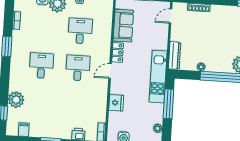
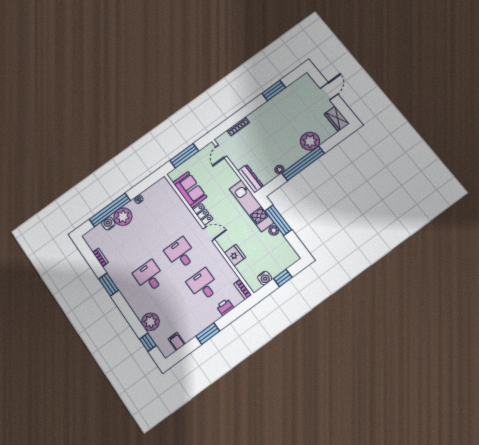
desk: (80, 31) -> (203, 285), moved
door: (110, 71) -> (209, 234), swing flipped
plant: (158, 128) -> (274, 230), moved

